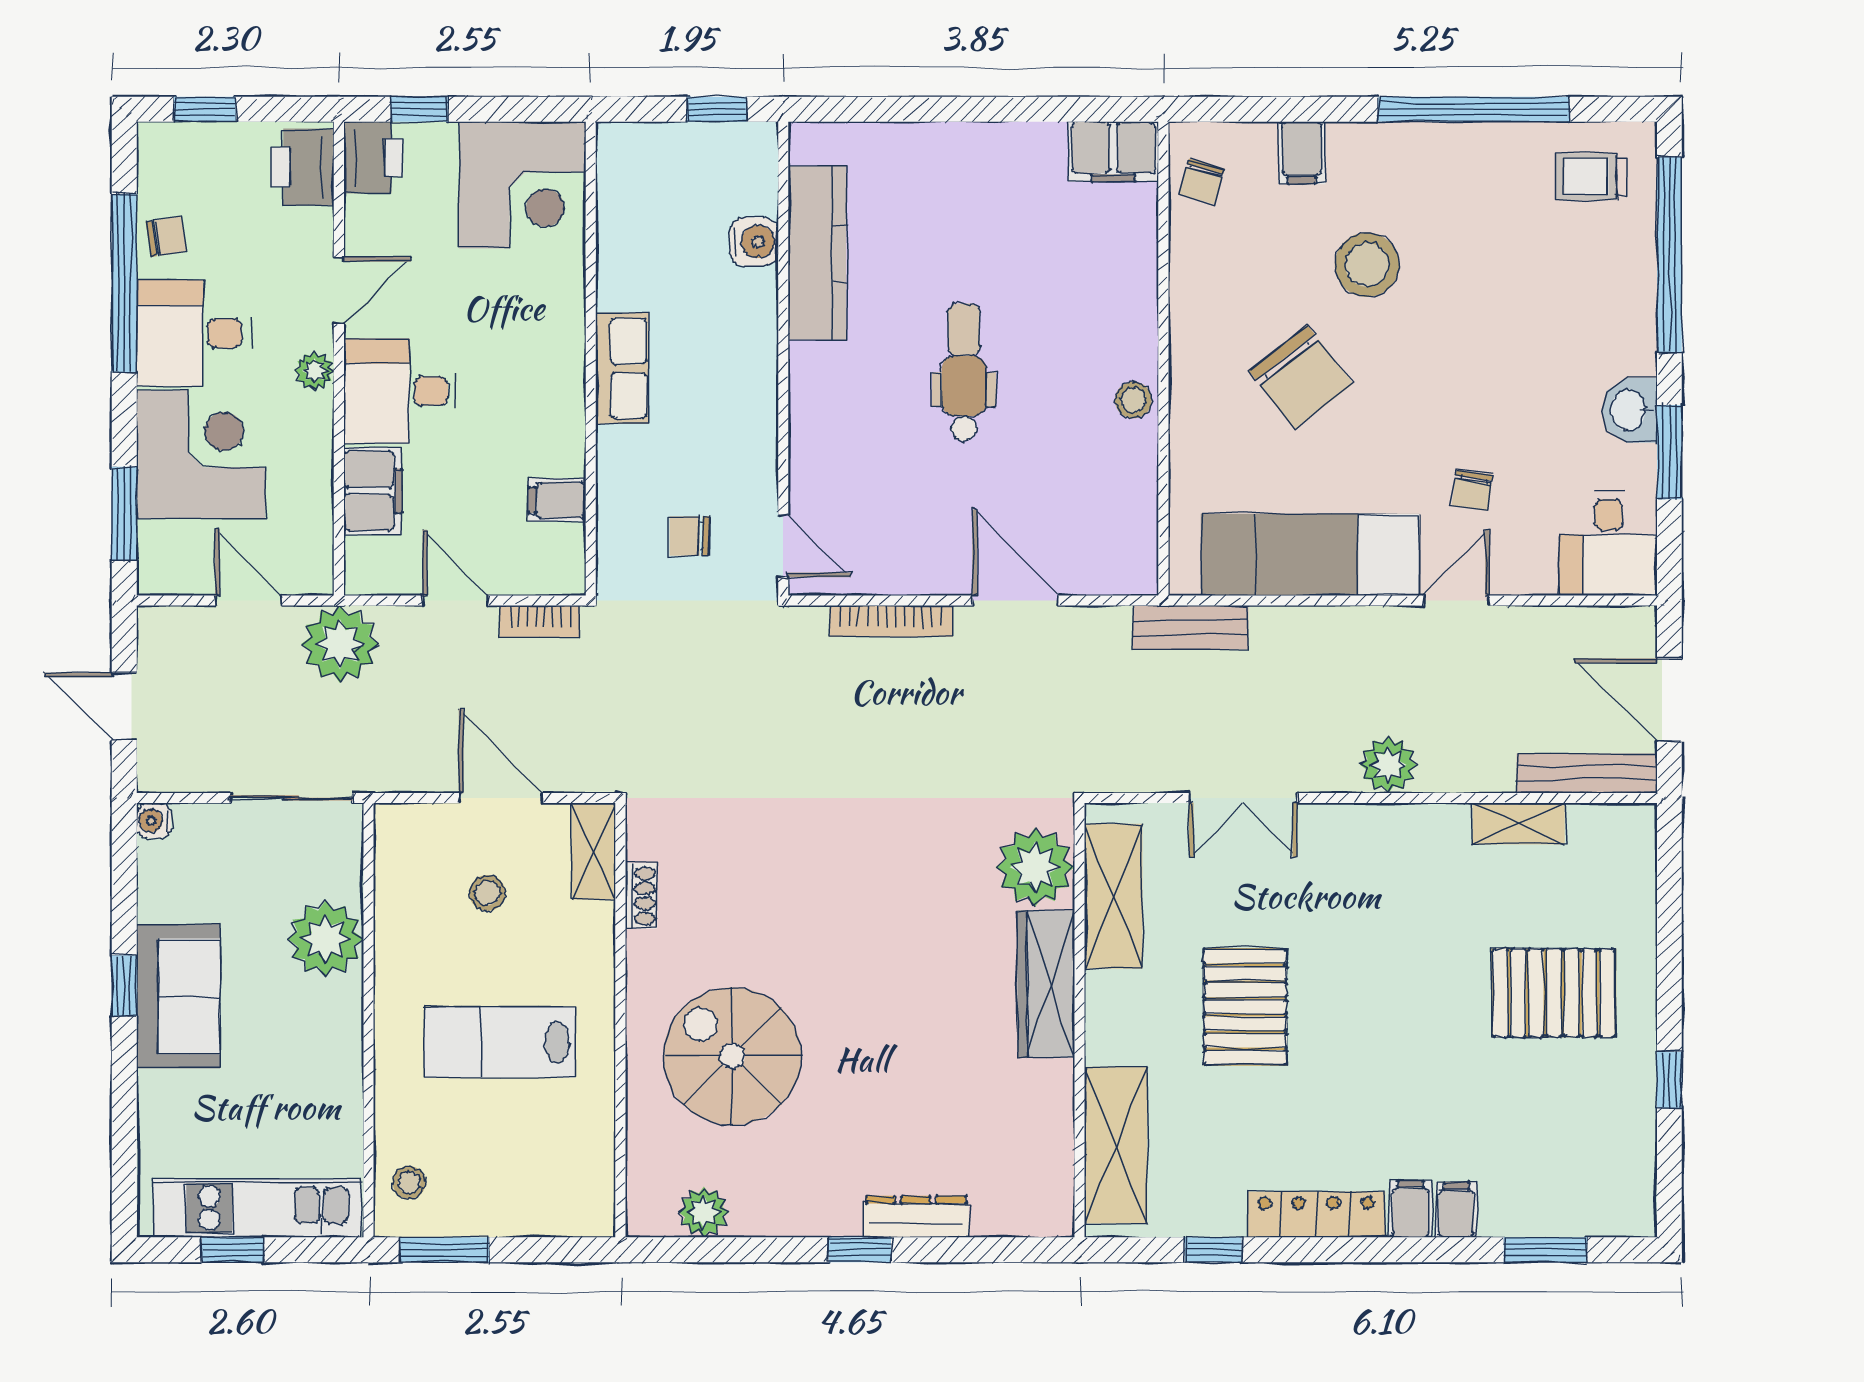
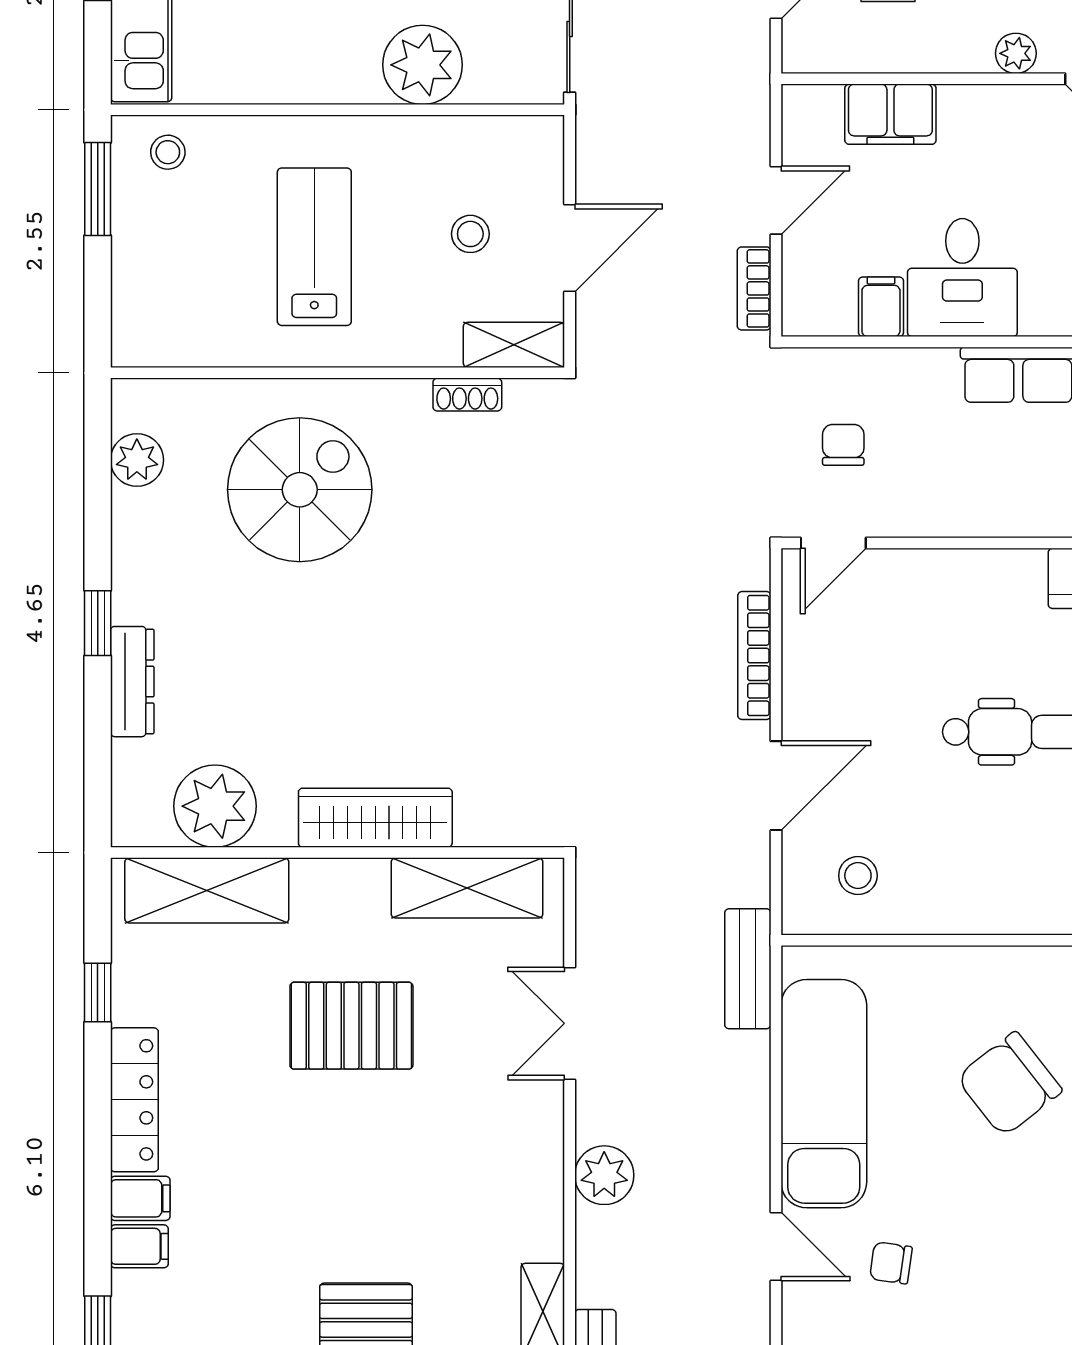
desk: (400, 391) -> (962, 278), moved, turned 180
stool: (1133, 400) -> (858, 876), moved
plant: (340, 644) -> (730, 80), removed
plant: (1035, 867) -> (215, 806), moved

